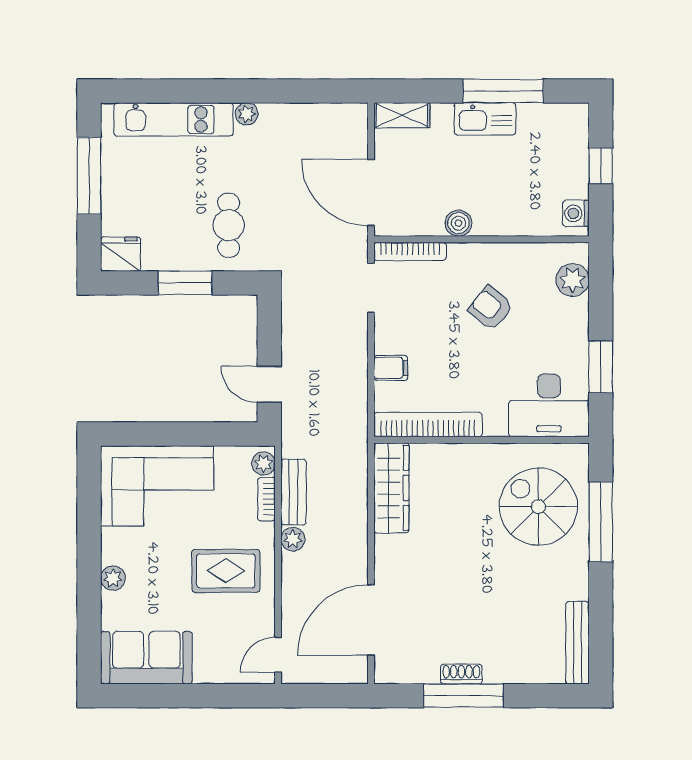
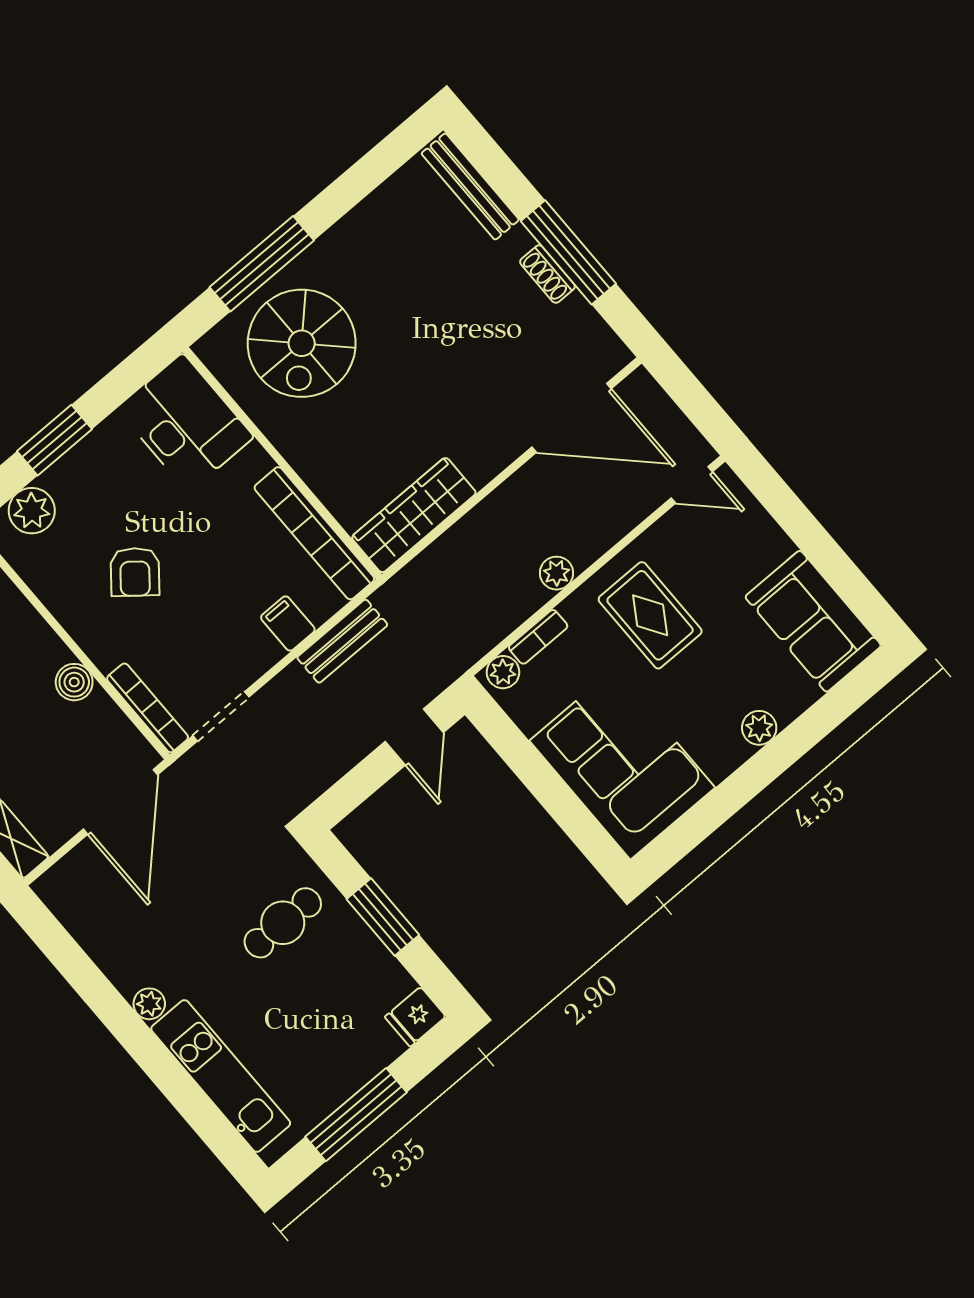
fridge: (121, 254) -> (415, 1017), width x0.72
window: (601, 367) -> (54, 440), moved
bench: (293, 492) -> (342, 641), moved
bench: (577, 643) -> (470, 187), moved, turned 90

